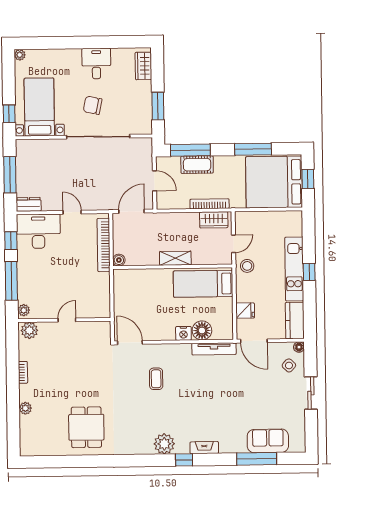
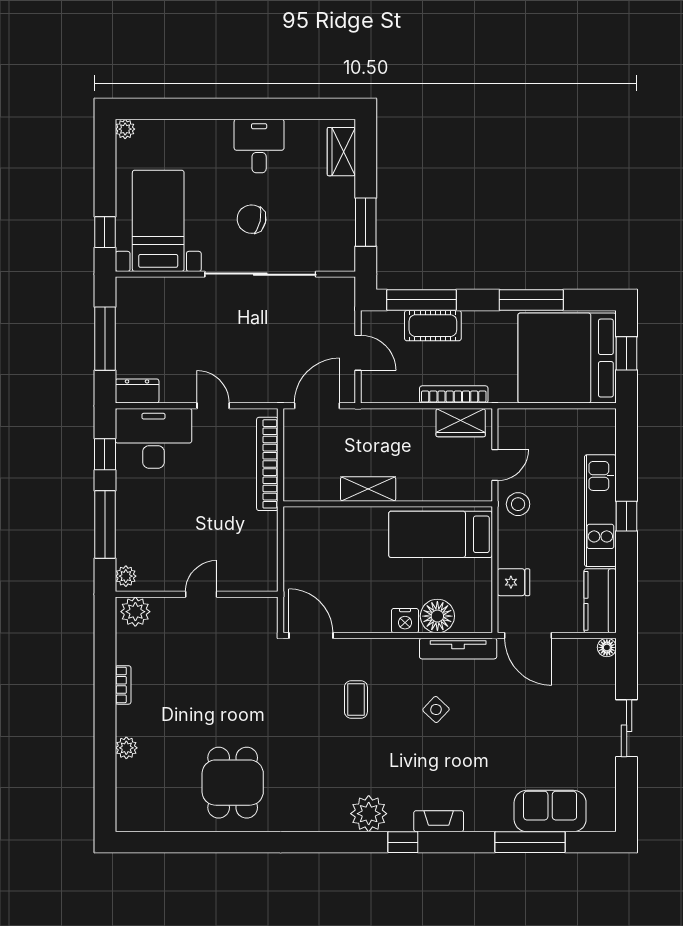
shelving: (175, 258) -> (368, 489), moved
boiler: (119, 260) -> (294, 491), removed
side table: (289, 365) -> (436, 709), moved

